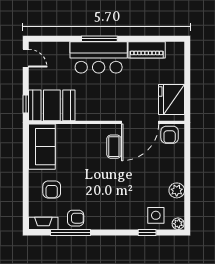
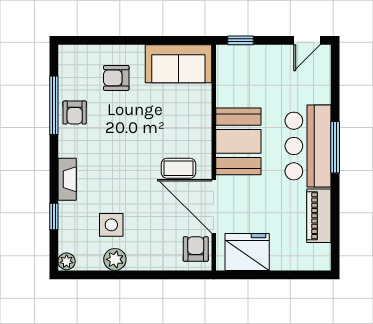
booth: (52, 105) -> (238, 141), moved
armchair: (170, 135) -> (196, 249), turned 90
side table: (156, 215) -> (111, 225), moved
fireplace: (43, 223) -> (67, 179), moved

